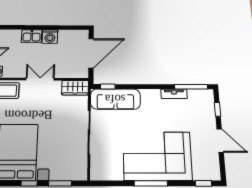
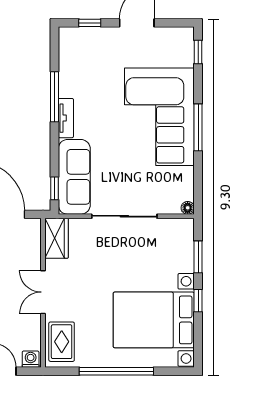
window: (191, 87) -> (54, 97), moved
tv unit: (174, 94) -> (66, 118), moved
floor lamp: (95, 176) -> (188, 208), added

